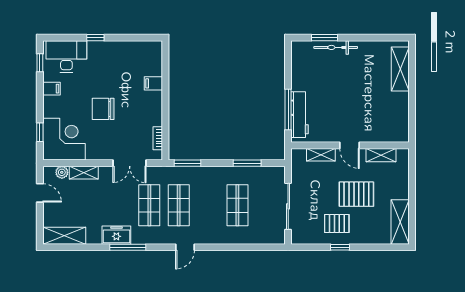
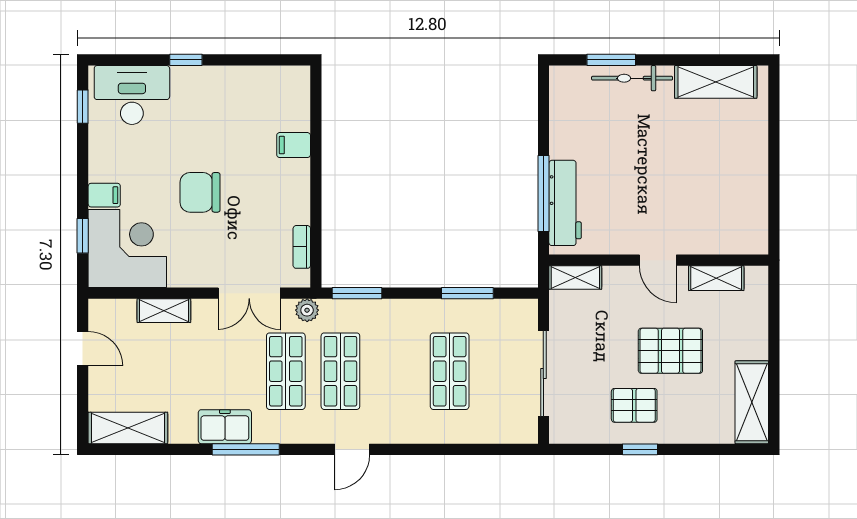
shelving: (400, 69) -> (716, 82), moved, turned 90
filing cabinet: (51, 89) -> (104, 195), moved
shelving: (321, 155) -> (575, 277), moved
plant: (62, 172) -> (307, 310), moved

